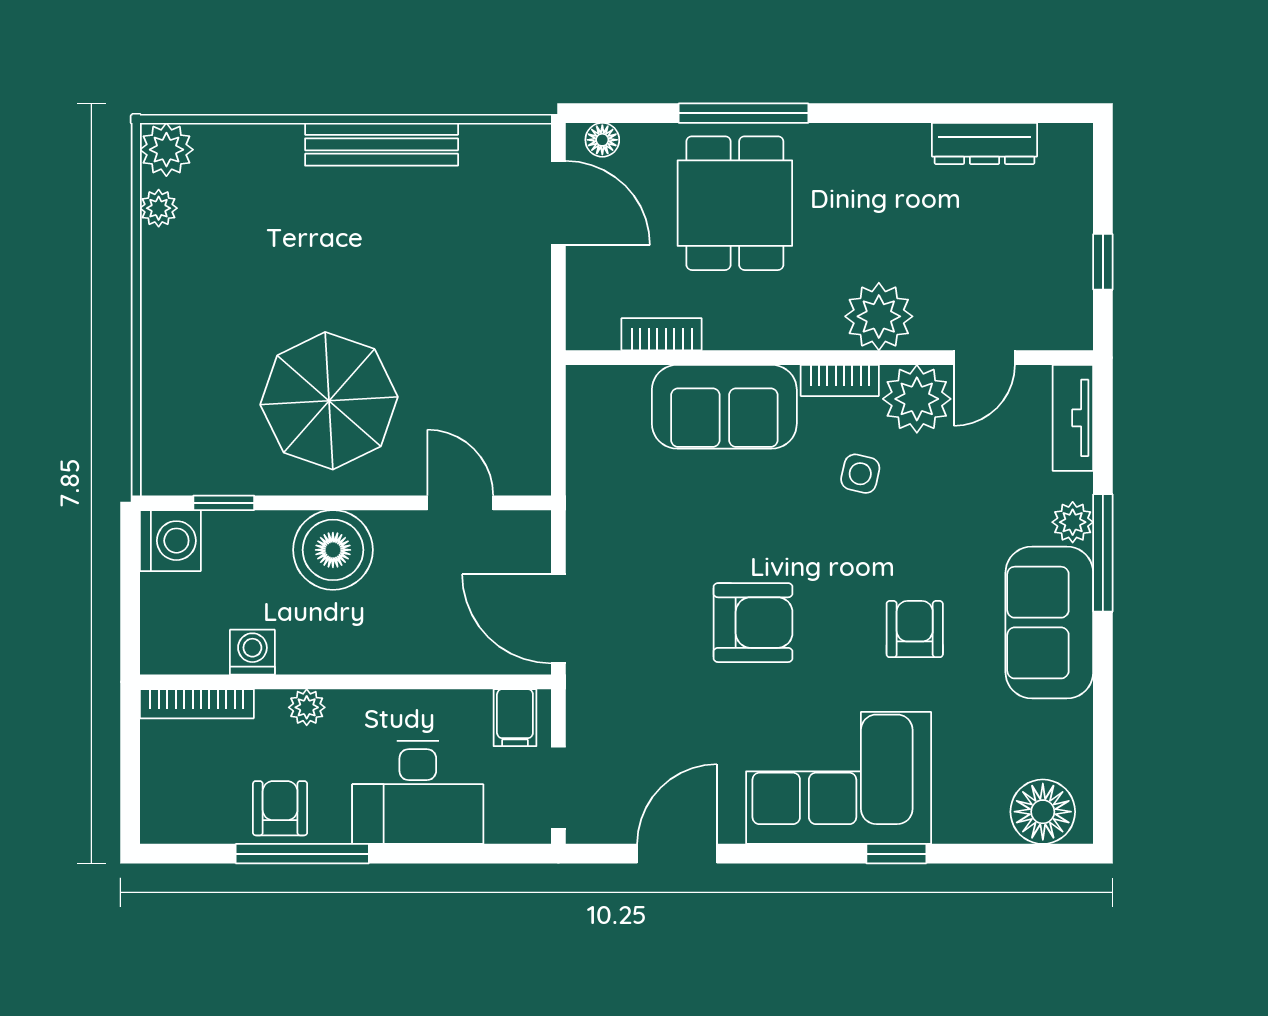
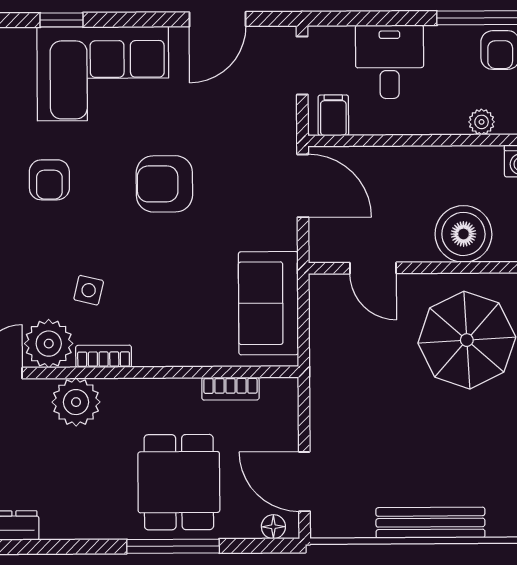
sofa: (724, 407) -> (268, 303), moved, turned -90
desk: (418, 792) -> (390, 62), width x0.73

